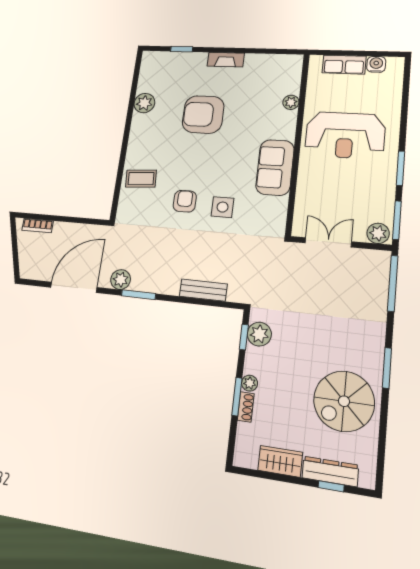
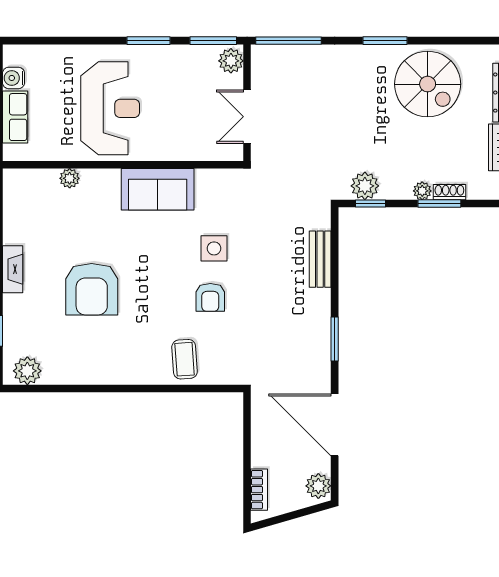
plant: (144, 103) -> (27, 371), moved
armchair: (185, 201) -> (210, 297), turned -90
plant: (121, 280) -> (318, 486), moved

